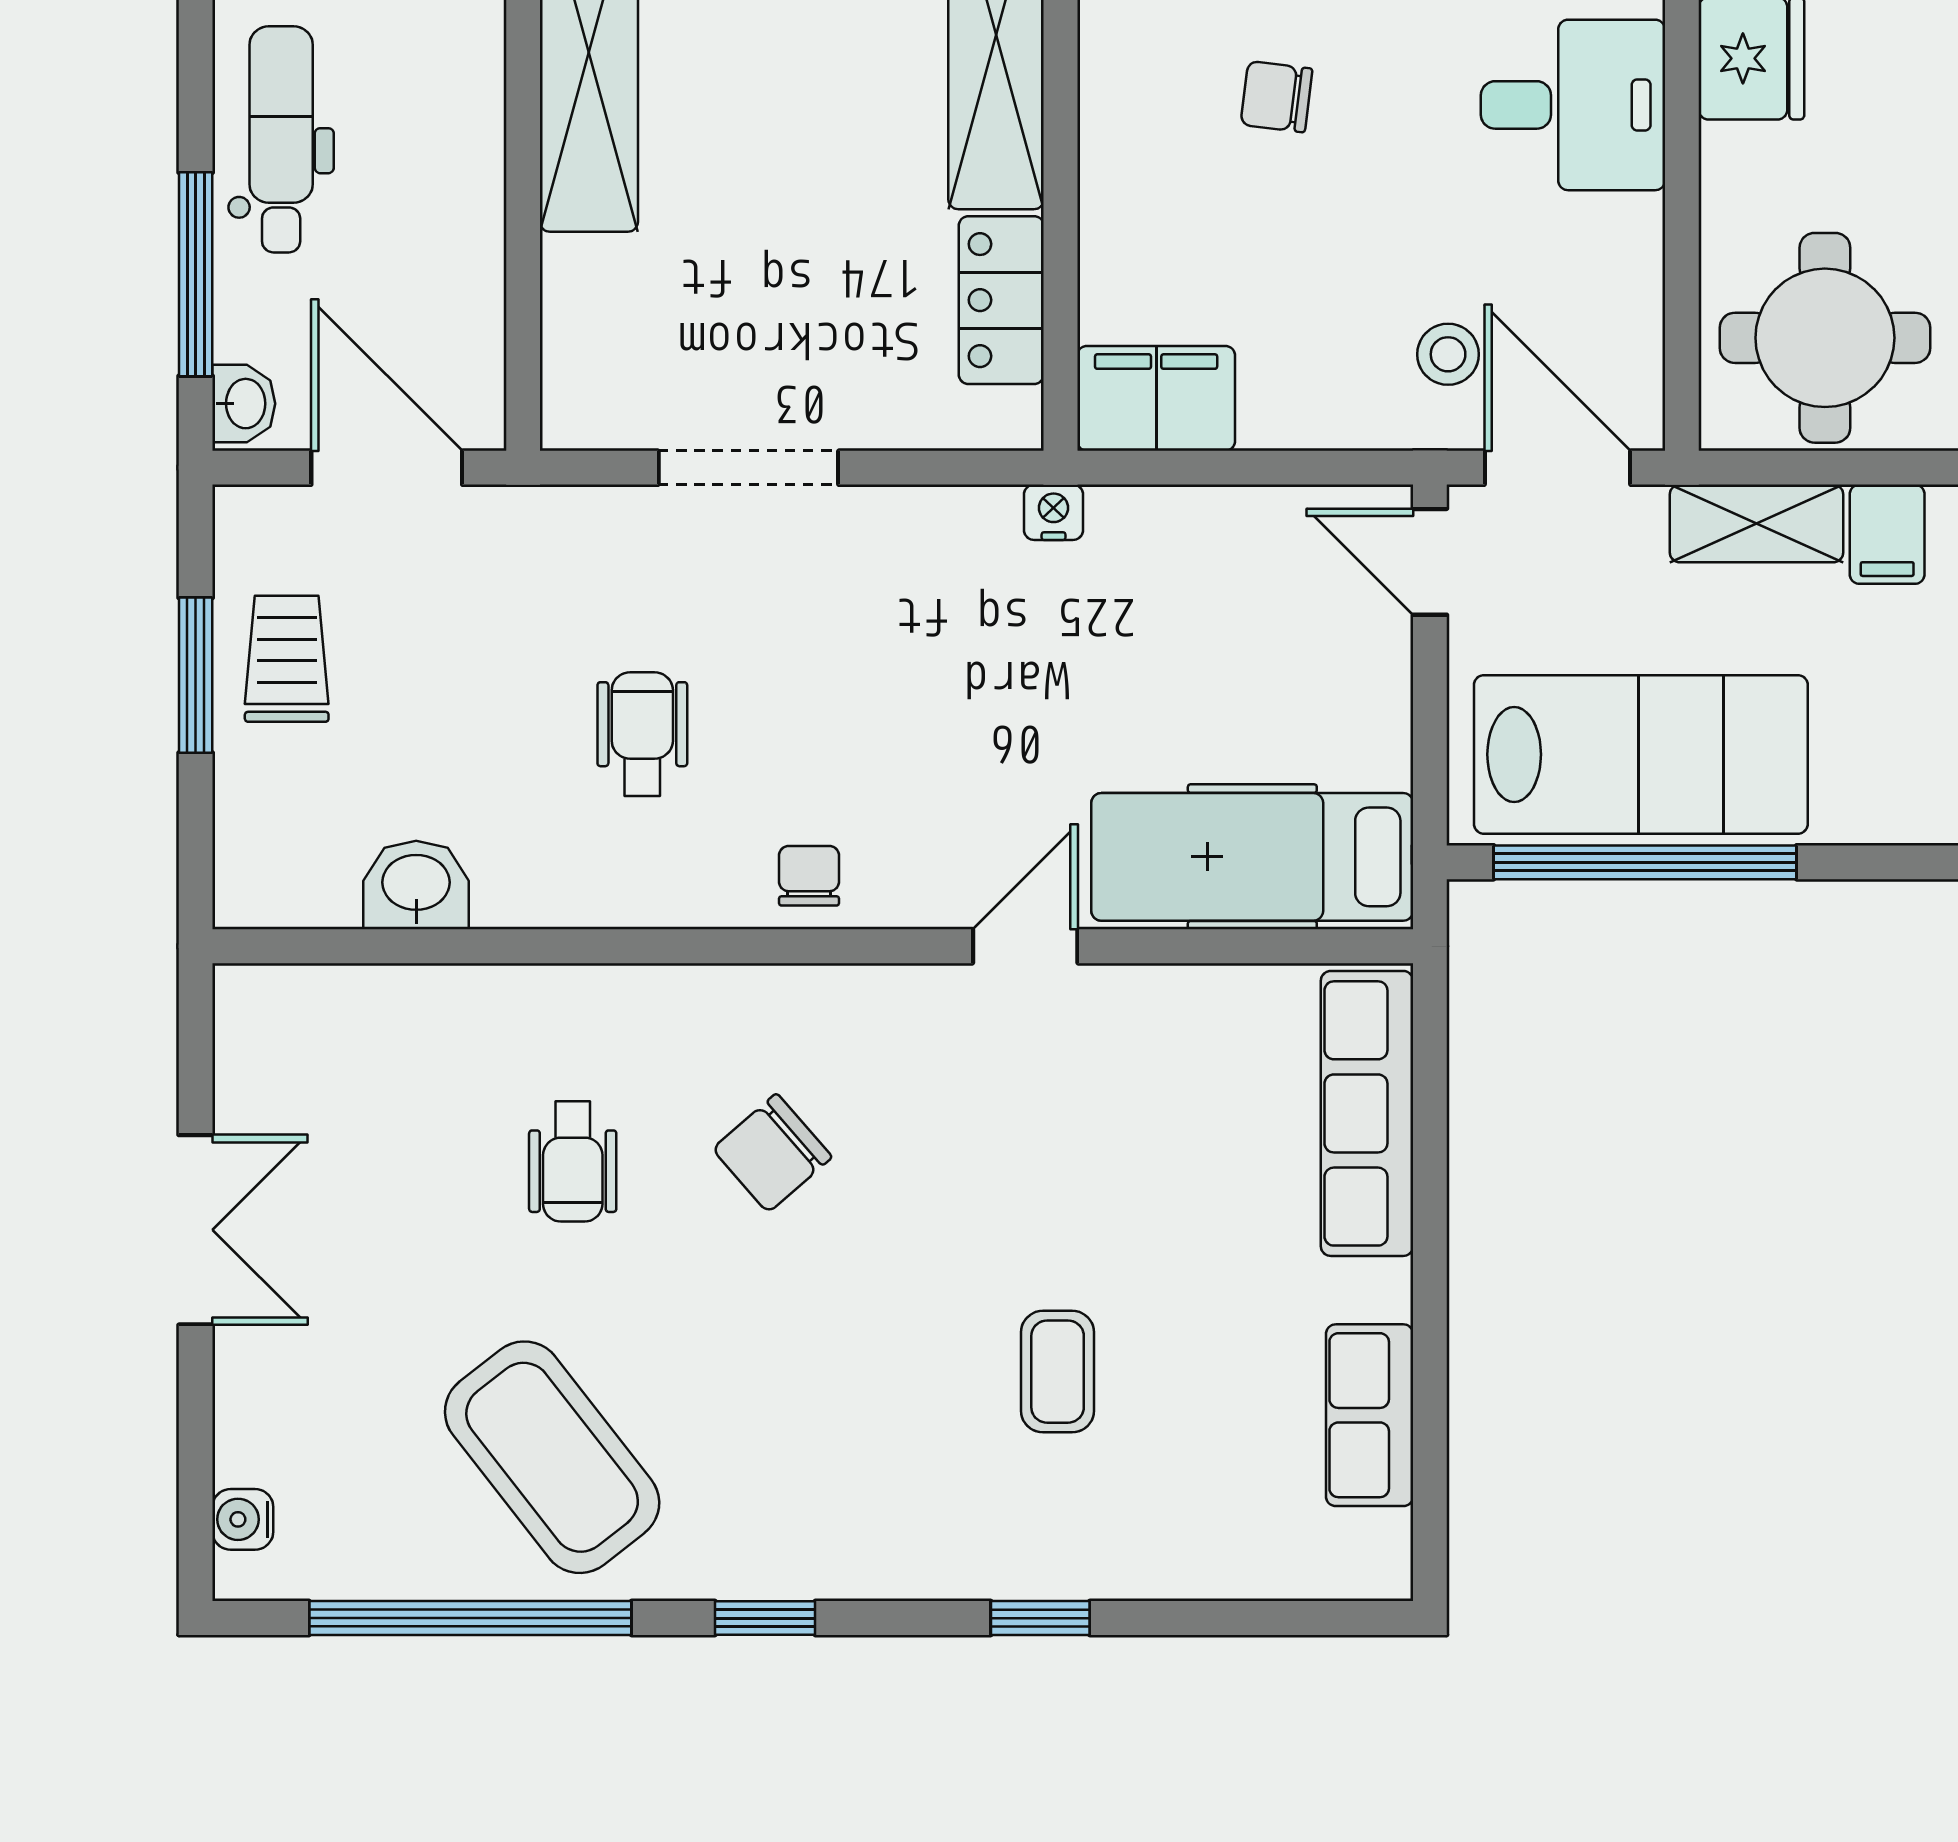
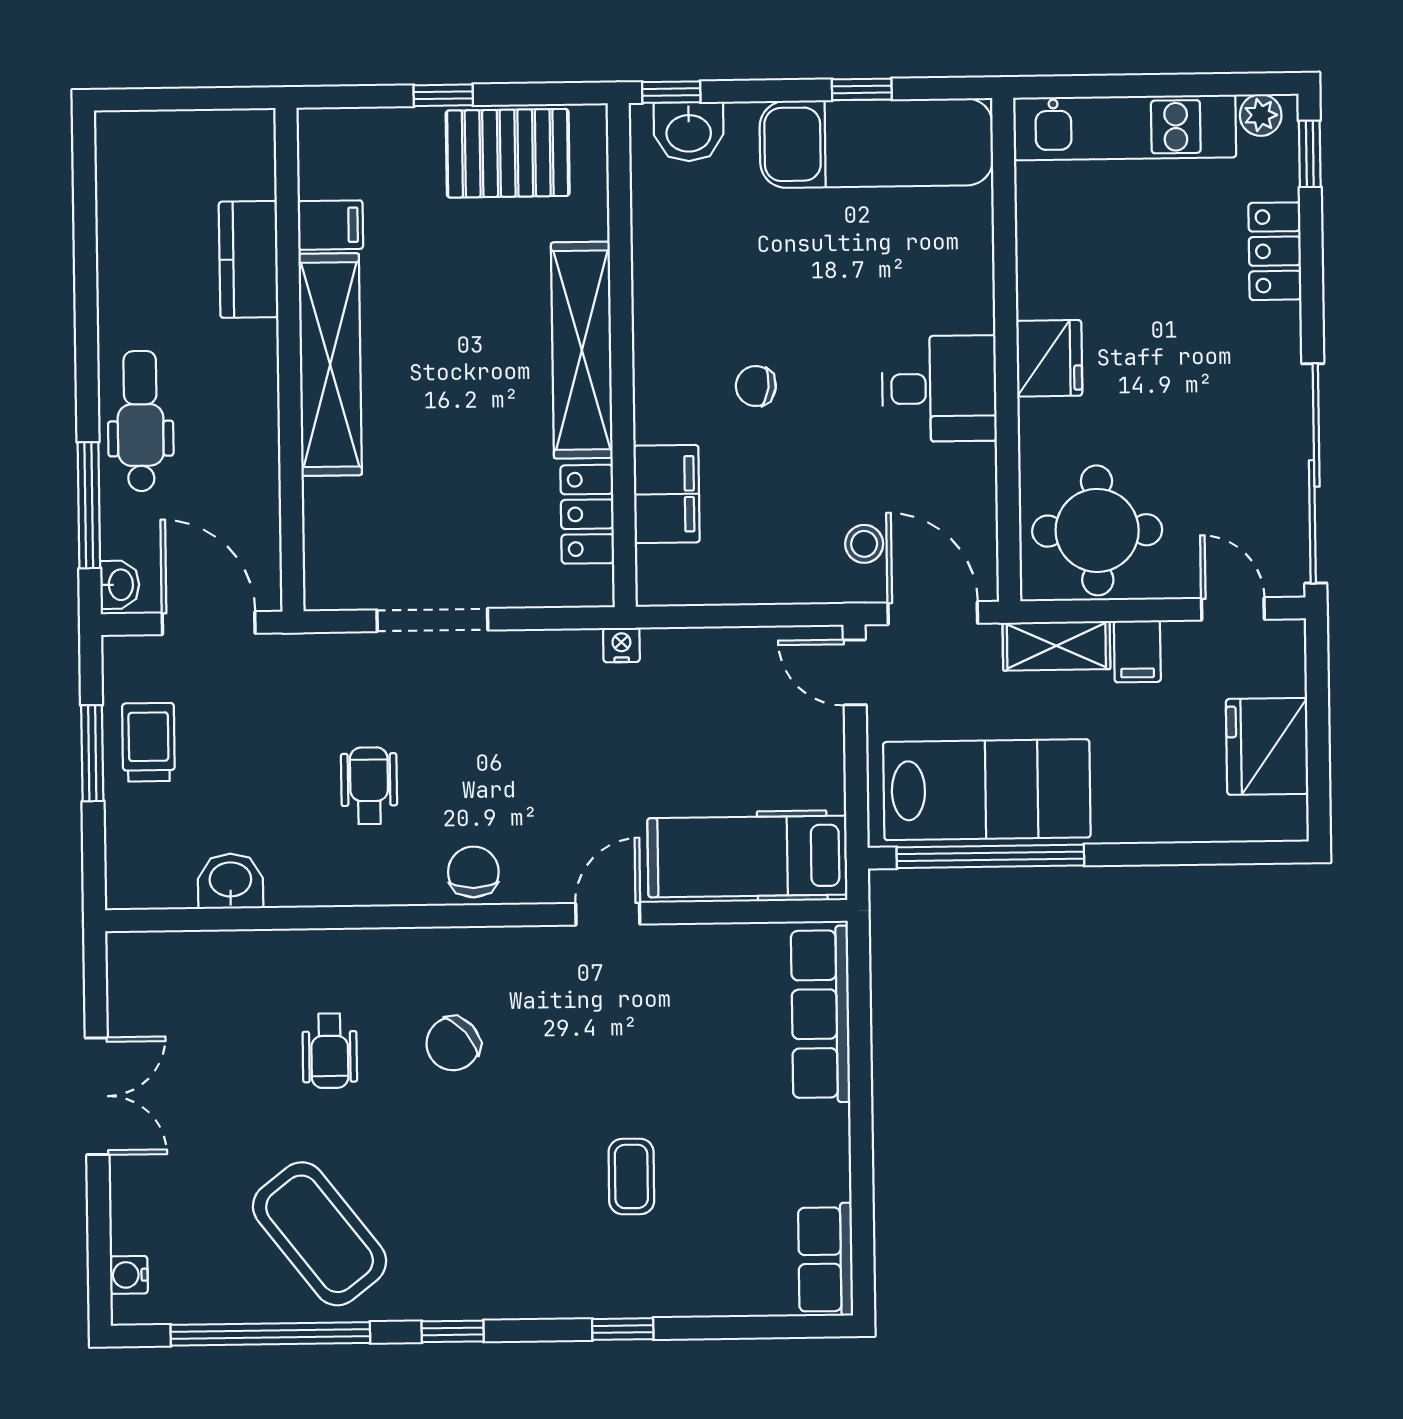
filing cabinet: (1156, 398) -> (667, 494), moved, turned 90
chair: (809, 876) -> (473, 872), width x1.37, depth x1.37
row of seats: (1370, 1415) -> (826, 1259), moved

